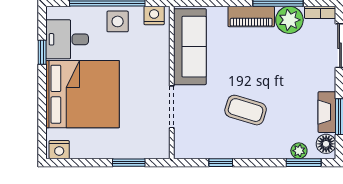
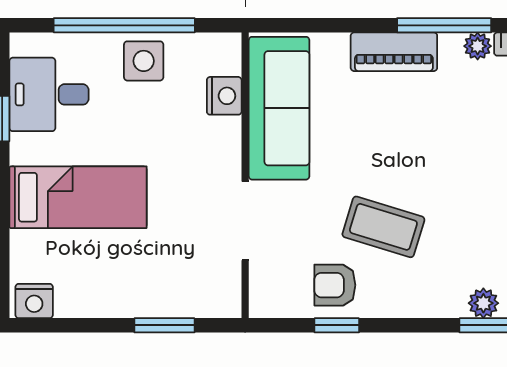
nightstand: (154, 16) -> (224, 96), moved, turned 90
plant: (289, 20) -> (478, 46), width x0.53, depth x0.53
bed: (83, 94) -> (78, 197), width x0.49
armchair: (220, 141) -> (335, 285), added

